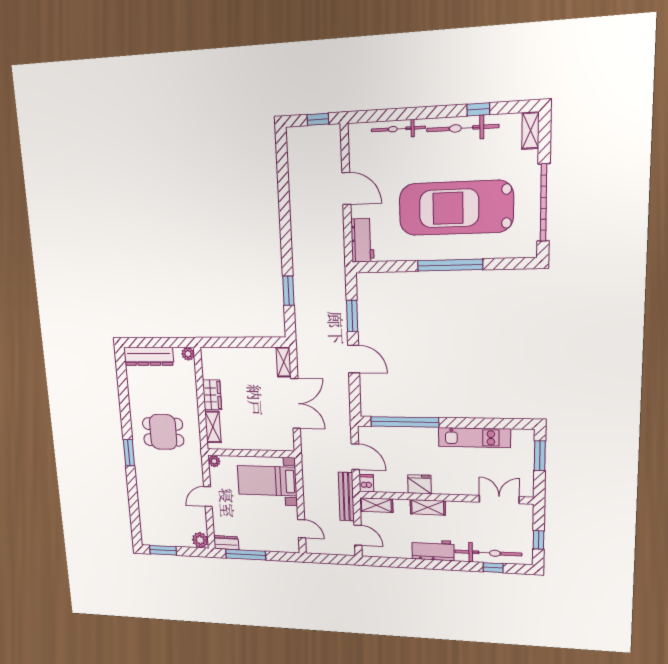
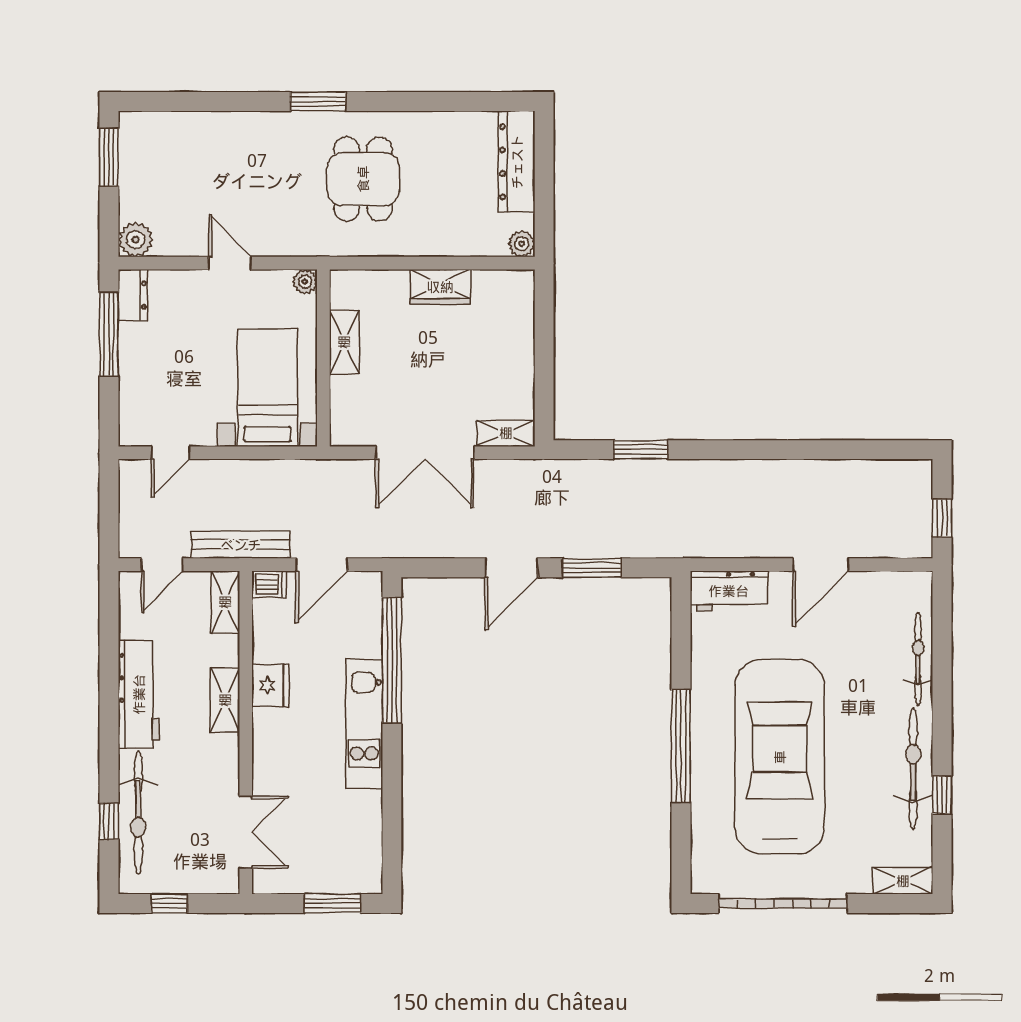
shelving: (213, 427) -> (344, 342), moved, turned 90
kitchen unit: (474, 438) -> (364, 724), moved
workbench: (433, 550) -> (139, 694), width x1.38

